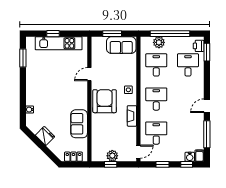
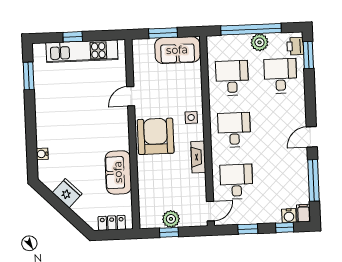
plant: (159, 42) -> (259, 42), moved

